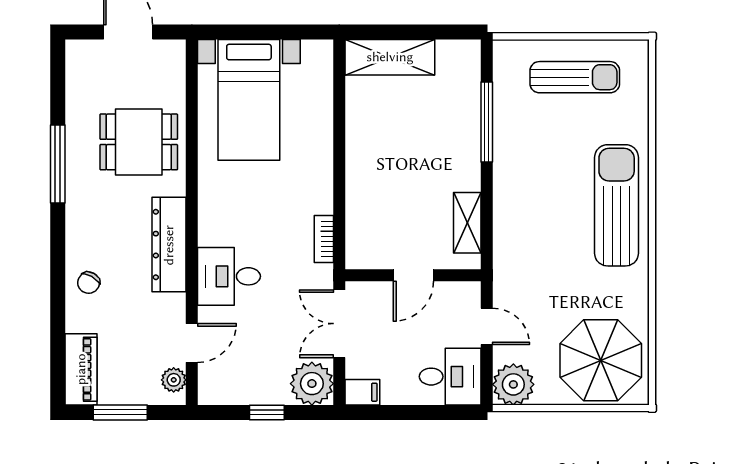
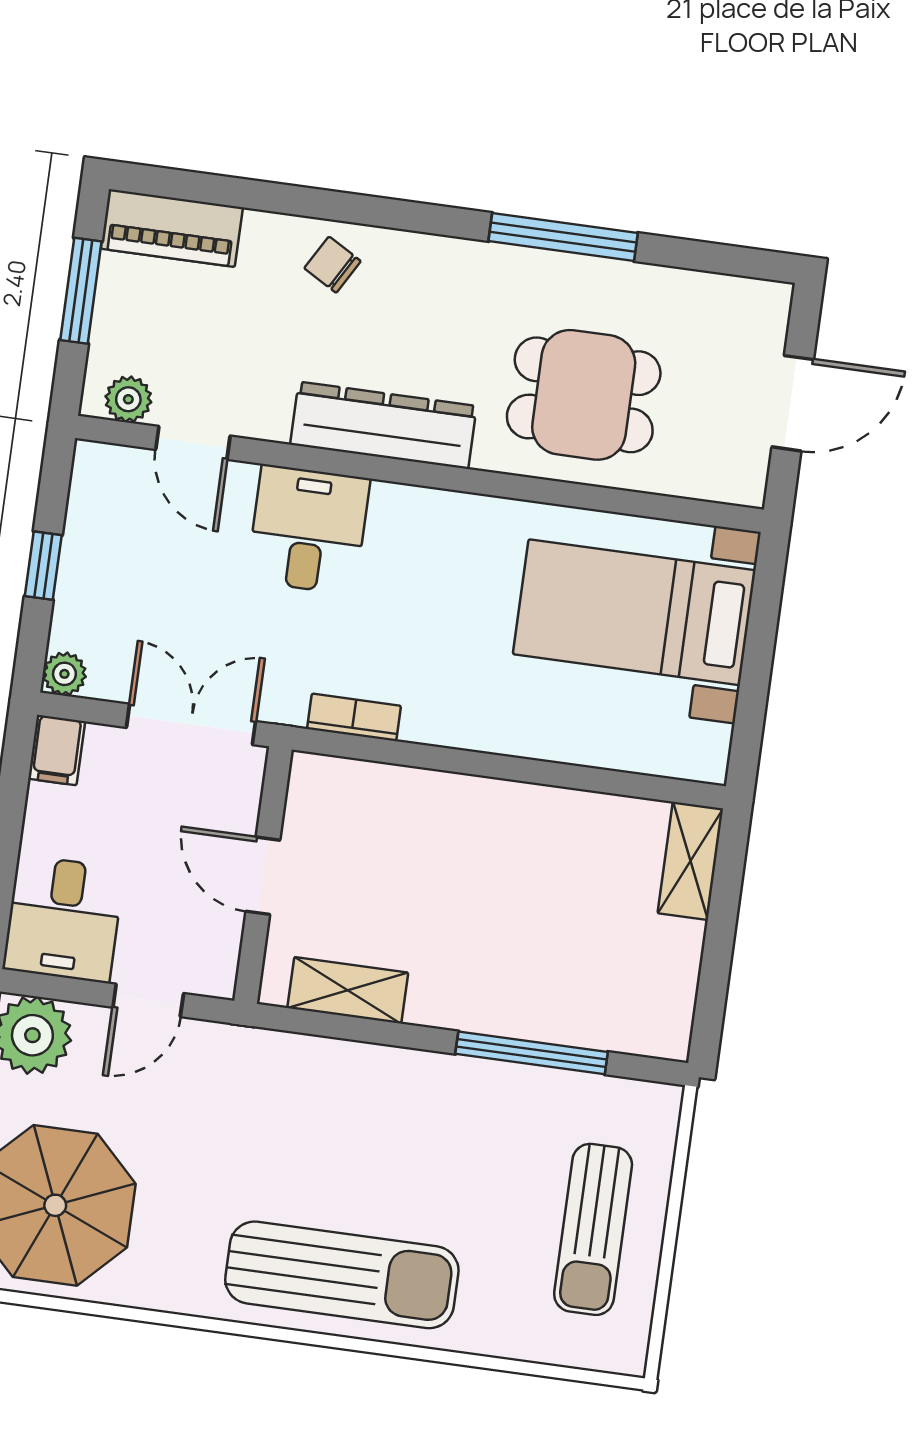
shelving: (390, 57) -> (690, 861), width x0.67, depth x0.75
dining table: (139, 142) -> (584, 395), turned 90
plant: (312, 384) -> (64, 674), width x0.53, depth x0.53

